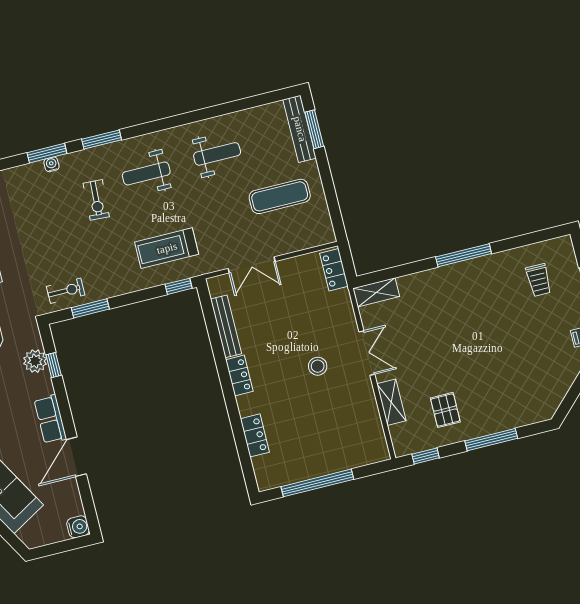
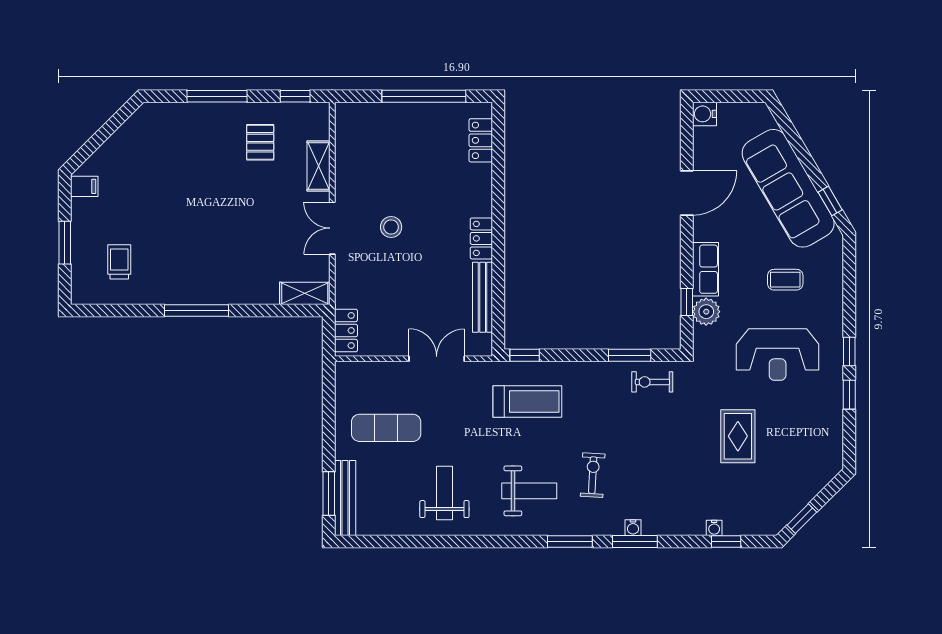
weight bench: (217, 154) -> (444, 493), turned 90
row of seats: (50, 419) -> (705, 269), moved
locker: (255, 435) -> (481, 140), moved

